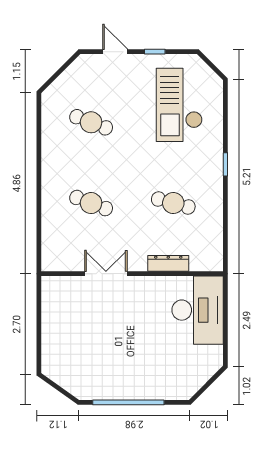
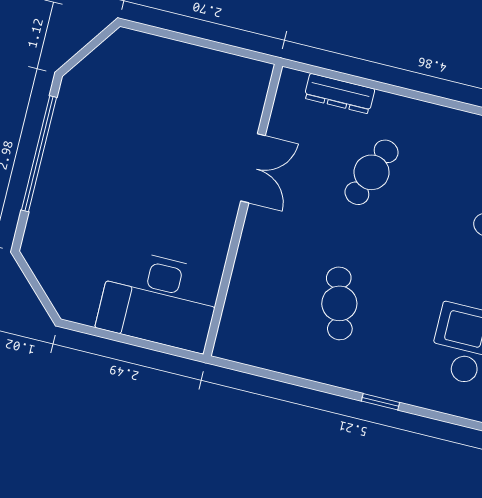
cafe table: (173, 203) -> (339, 303), turned -30
dresser: (168, 263) -> (339, 94), moved, turned 90

